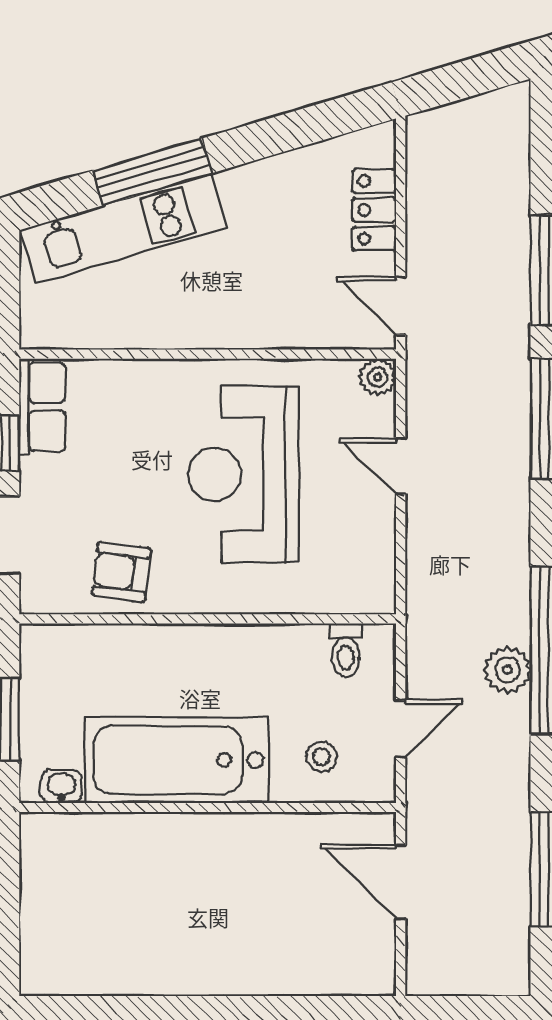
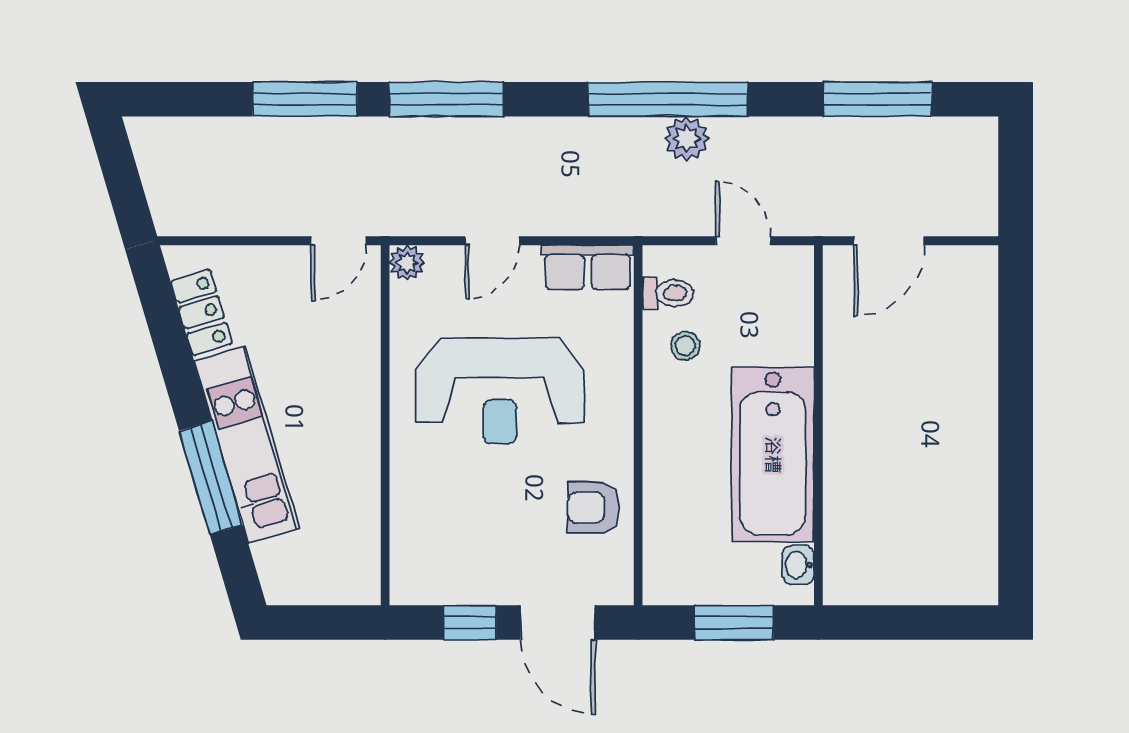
locker: (374, 210) -> (201, 312), moved, turned -107
kitchen unit: (123, 228) -> (247, 445), moved
row of seats: (42, 407) -> (588, 267), moved, turned 180
armchair: (121, 572) -> (593, 507), turned 83
stool: (321, 756) -> (685, 346), moved

